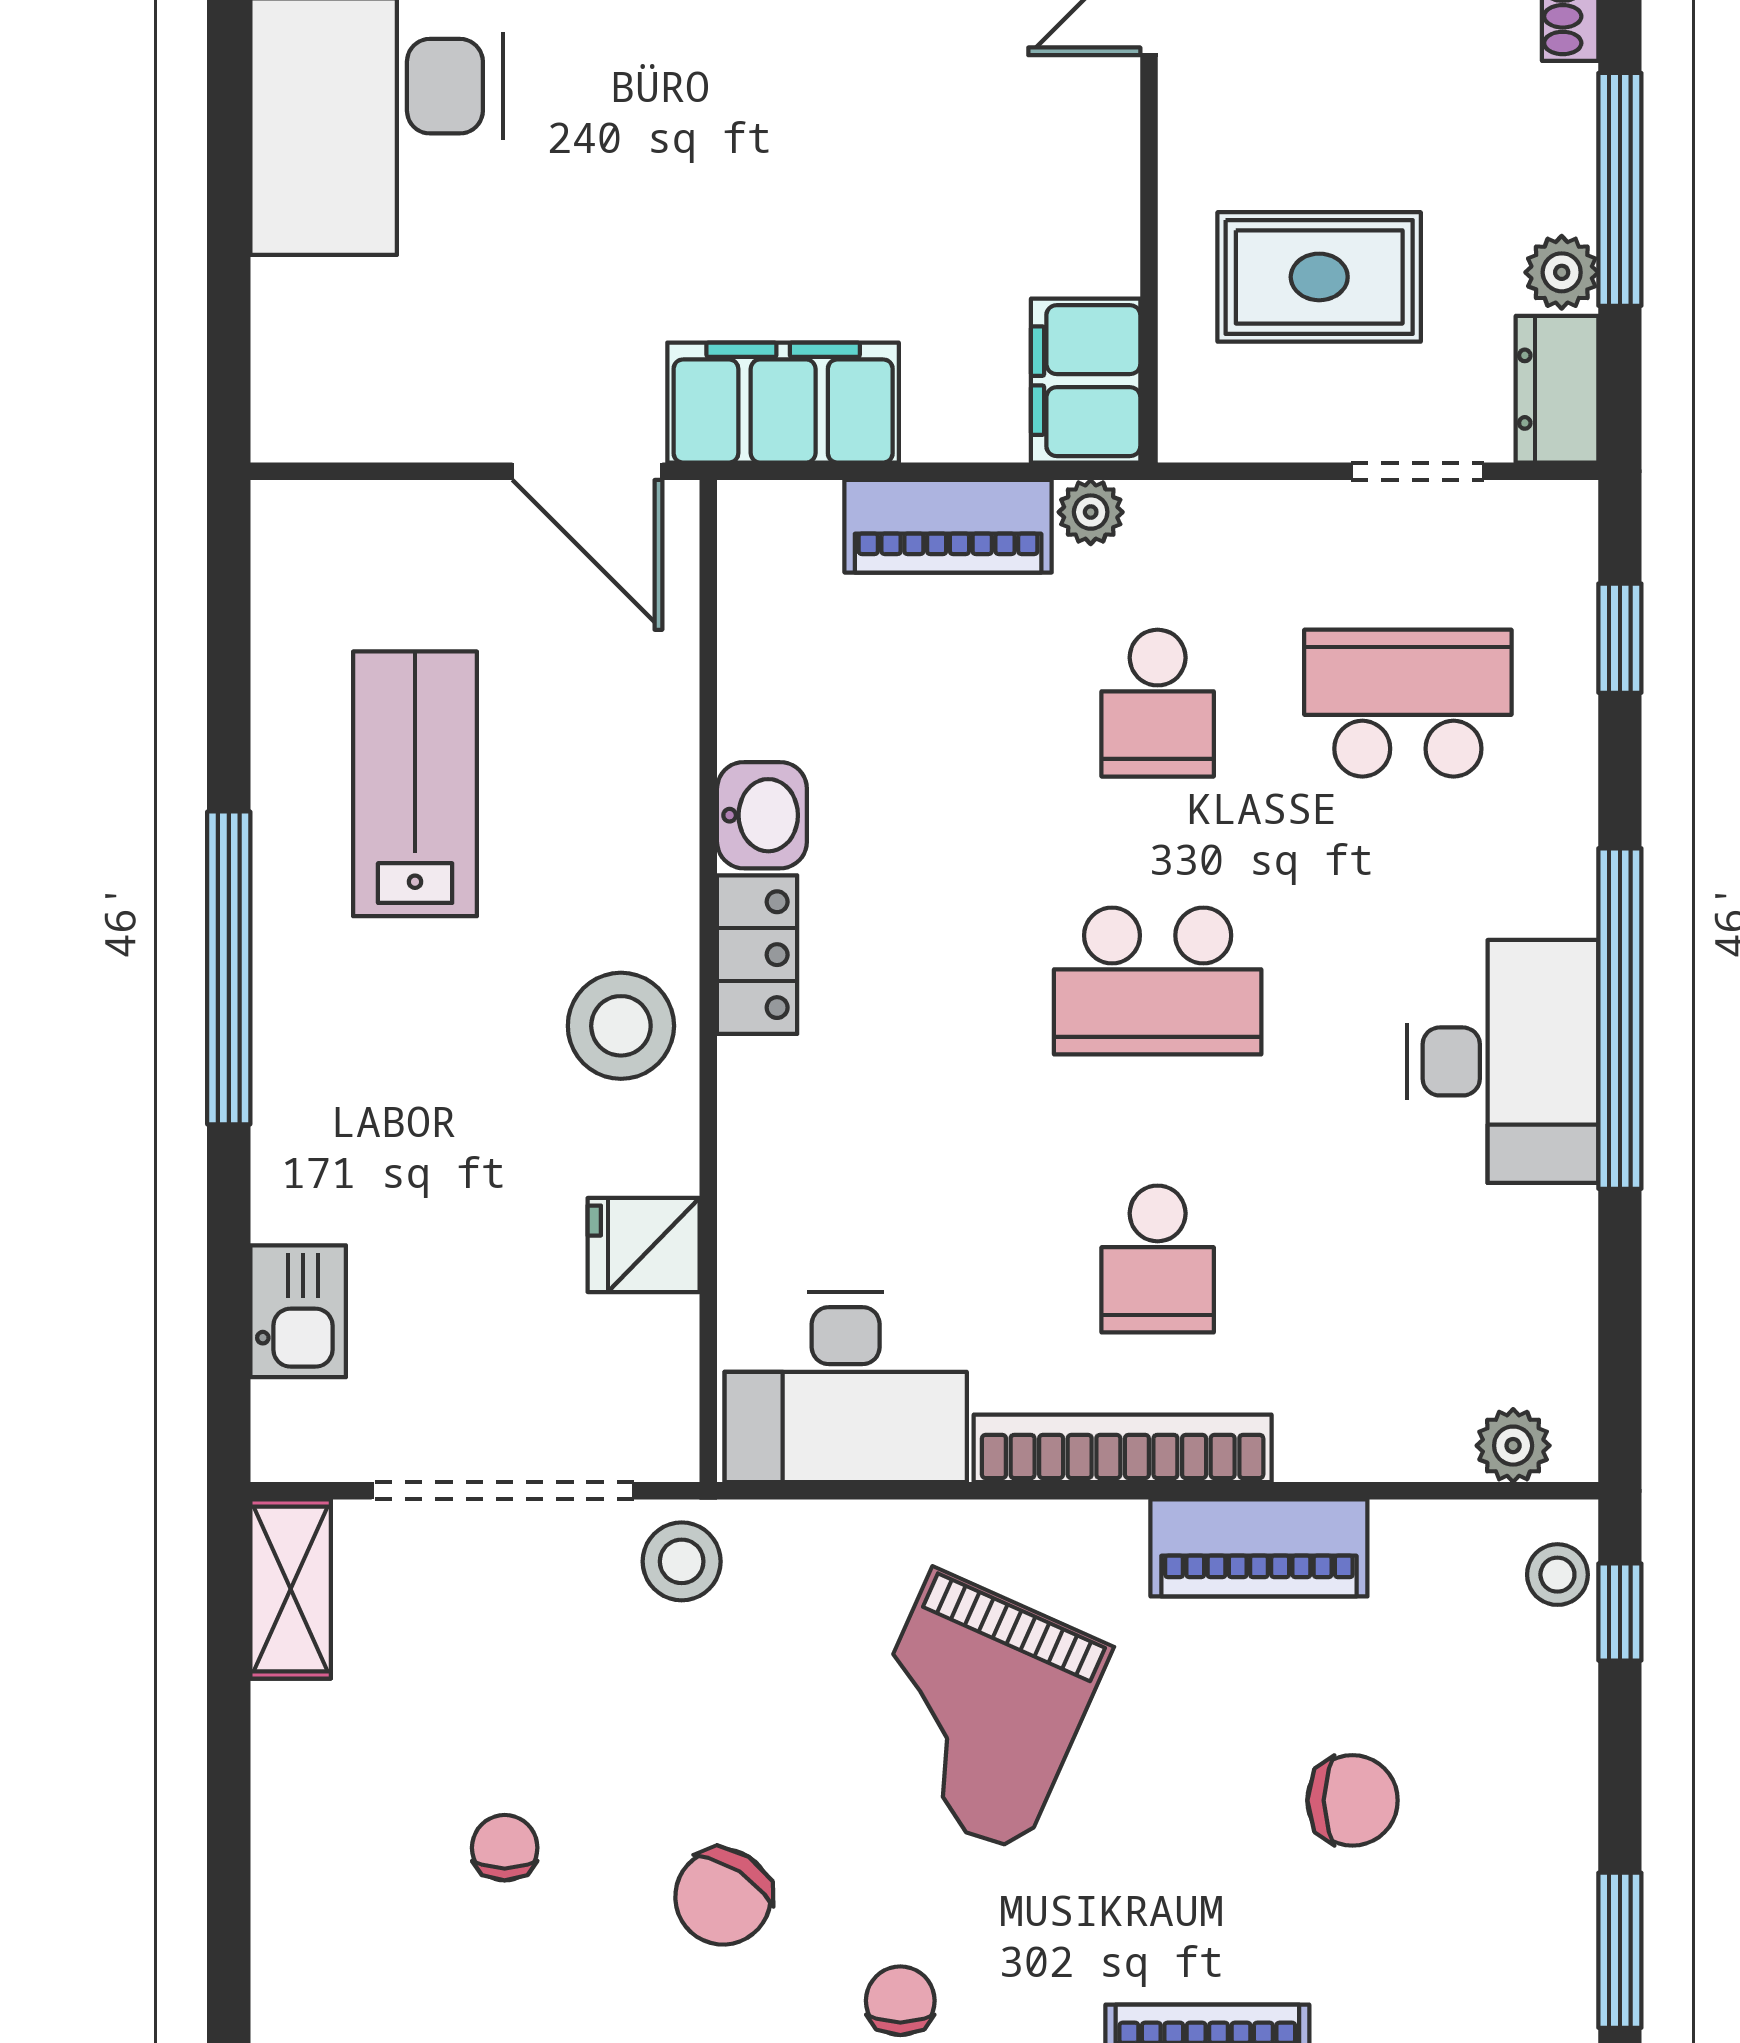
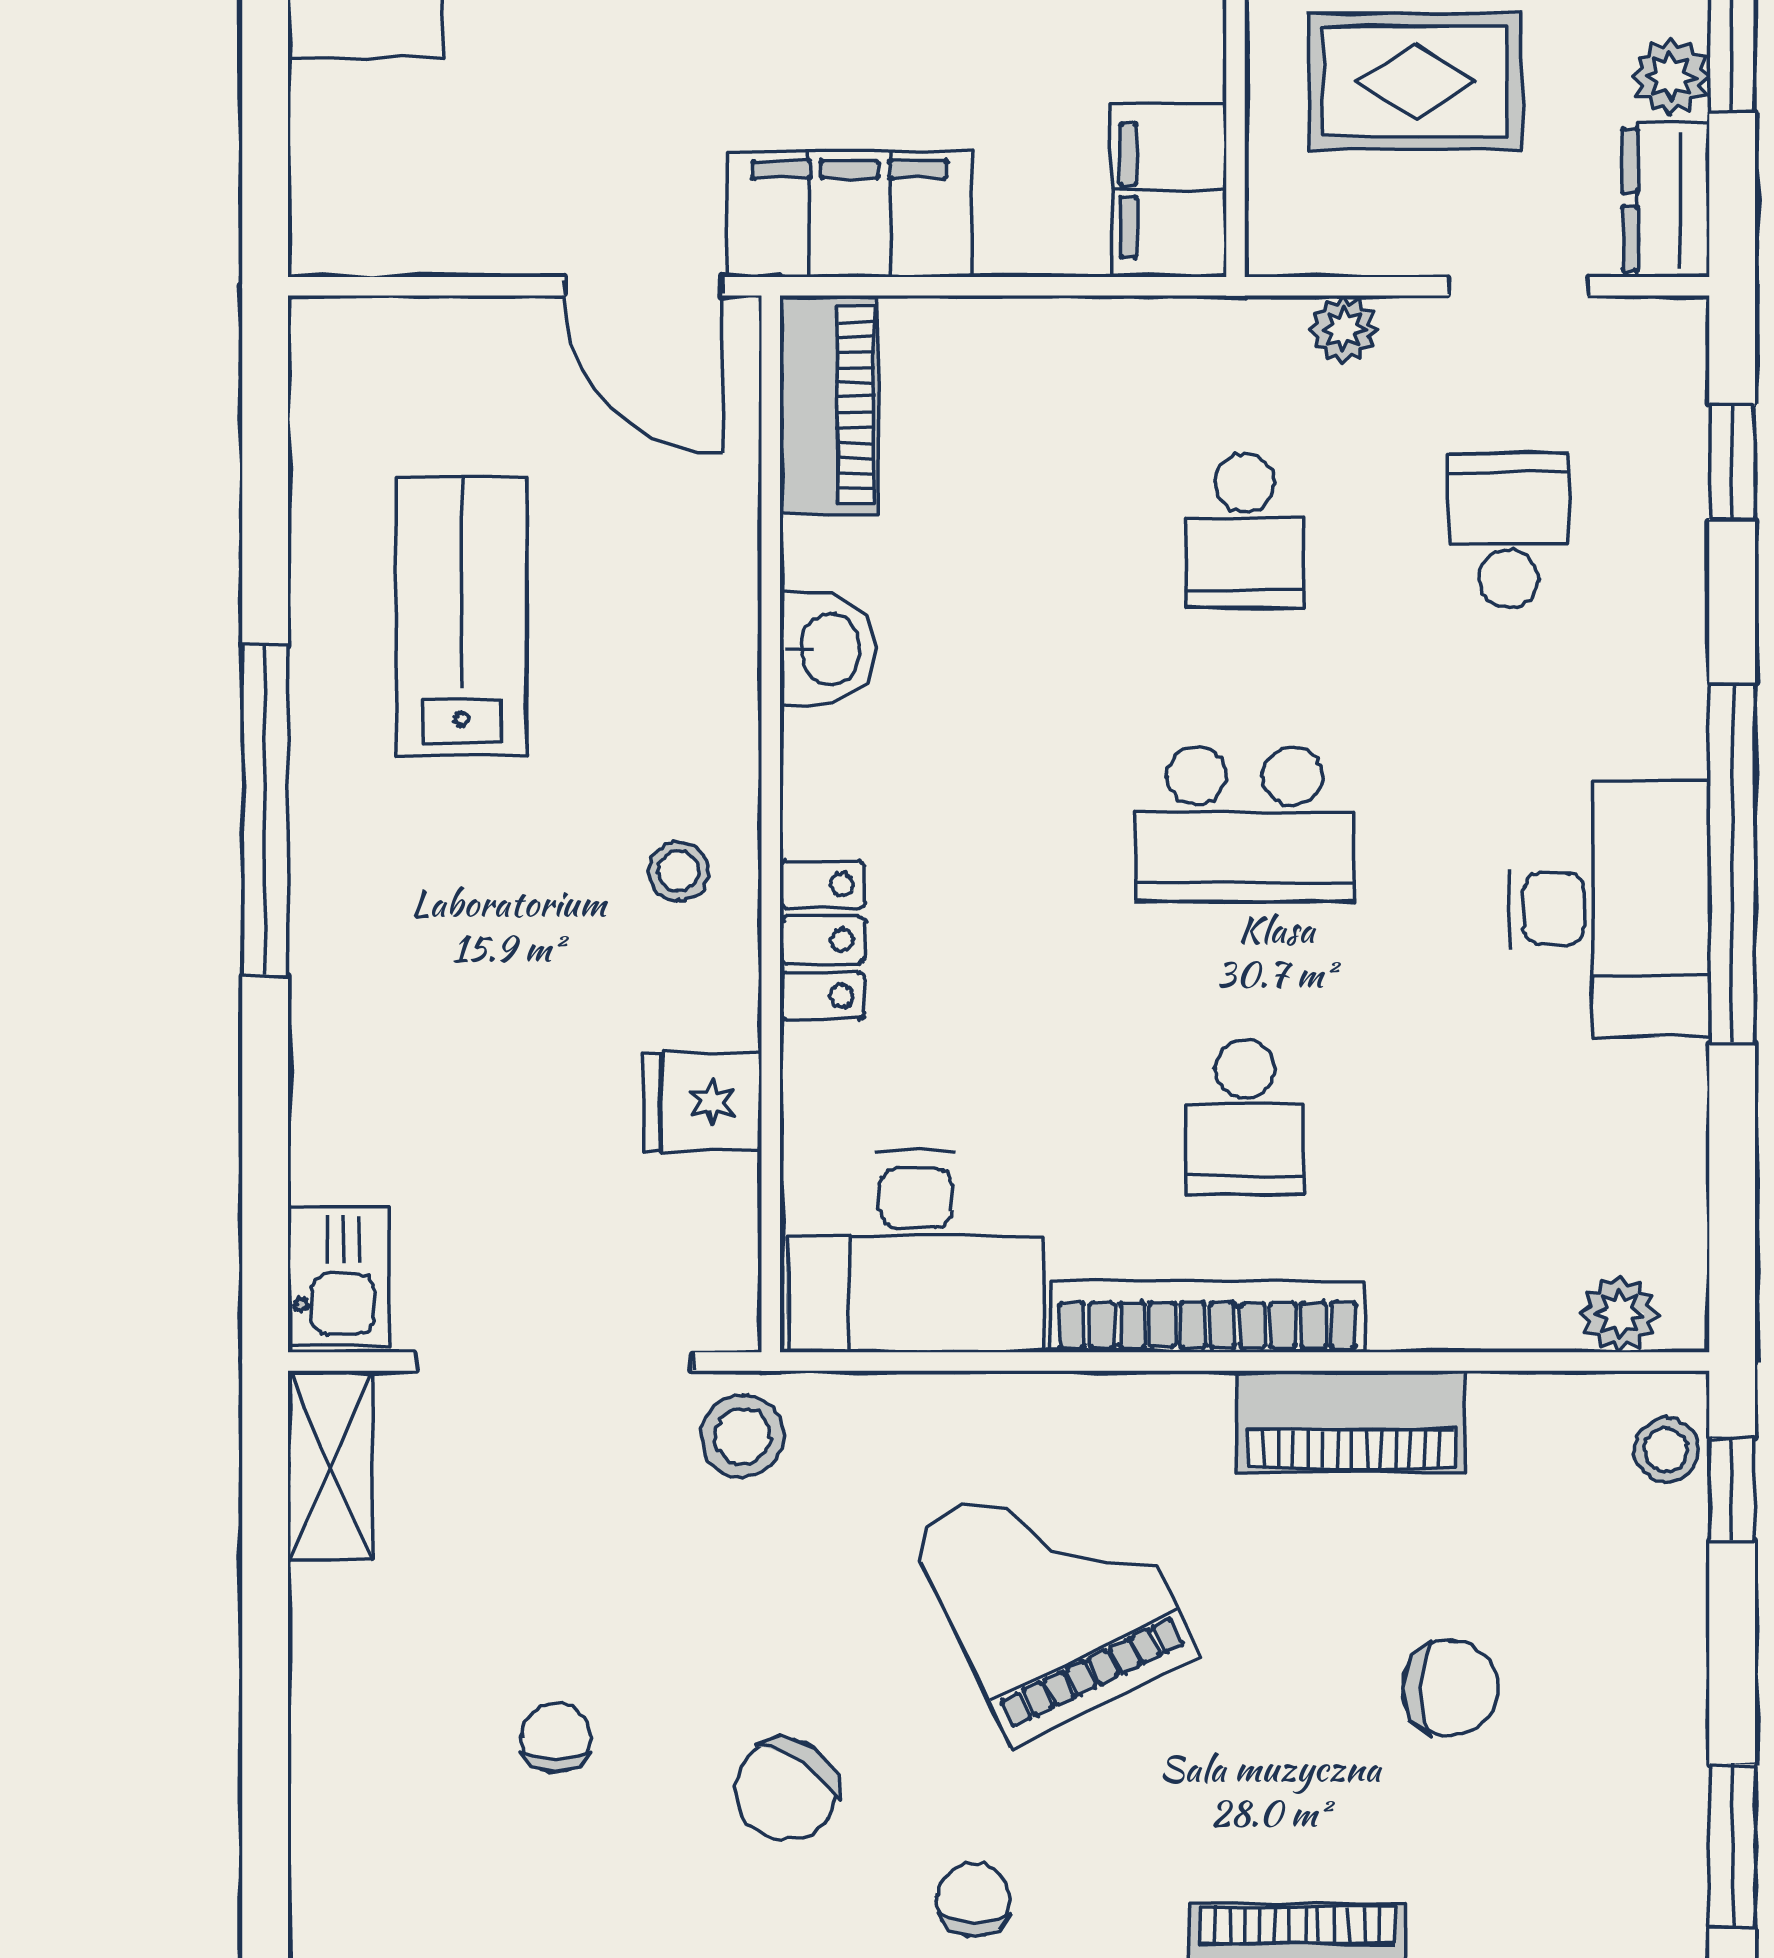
plant: (1091, 512) -> (1344, 329), moved
piano: (948, 526) -> (829, 405), moved, turned -90
school desk: (1408, 703) -> (1509, 531), width x0.54
locker: (757, 955) -> (822, 940), moved
stool: (621, 1026) -> (679, 871), width x0.53, depth x0.53
kitchen sink: (298, 1311) -> (338, 1276), moved
grand piano: (977, 1711) -> (1054, 1594), turned 130

